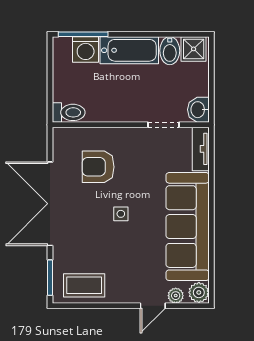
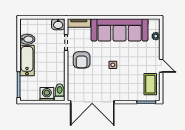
washing machine: (86, 49) -> (47, 94), moved, turned -90
shower: (194, 49) -> (26, 27), removed
armchair: (98, 167) -> (82, 60), moved
double door: (50, 204) -> (92, 102), moved
plant: (199, 292) -> (154, 24), removed
door: (153, 306) -> (161, 66), moved

